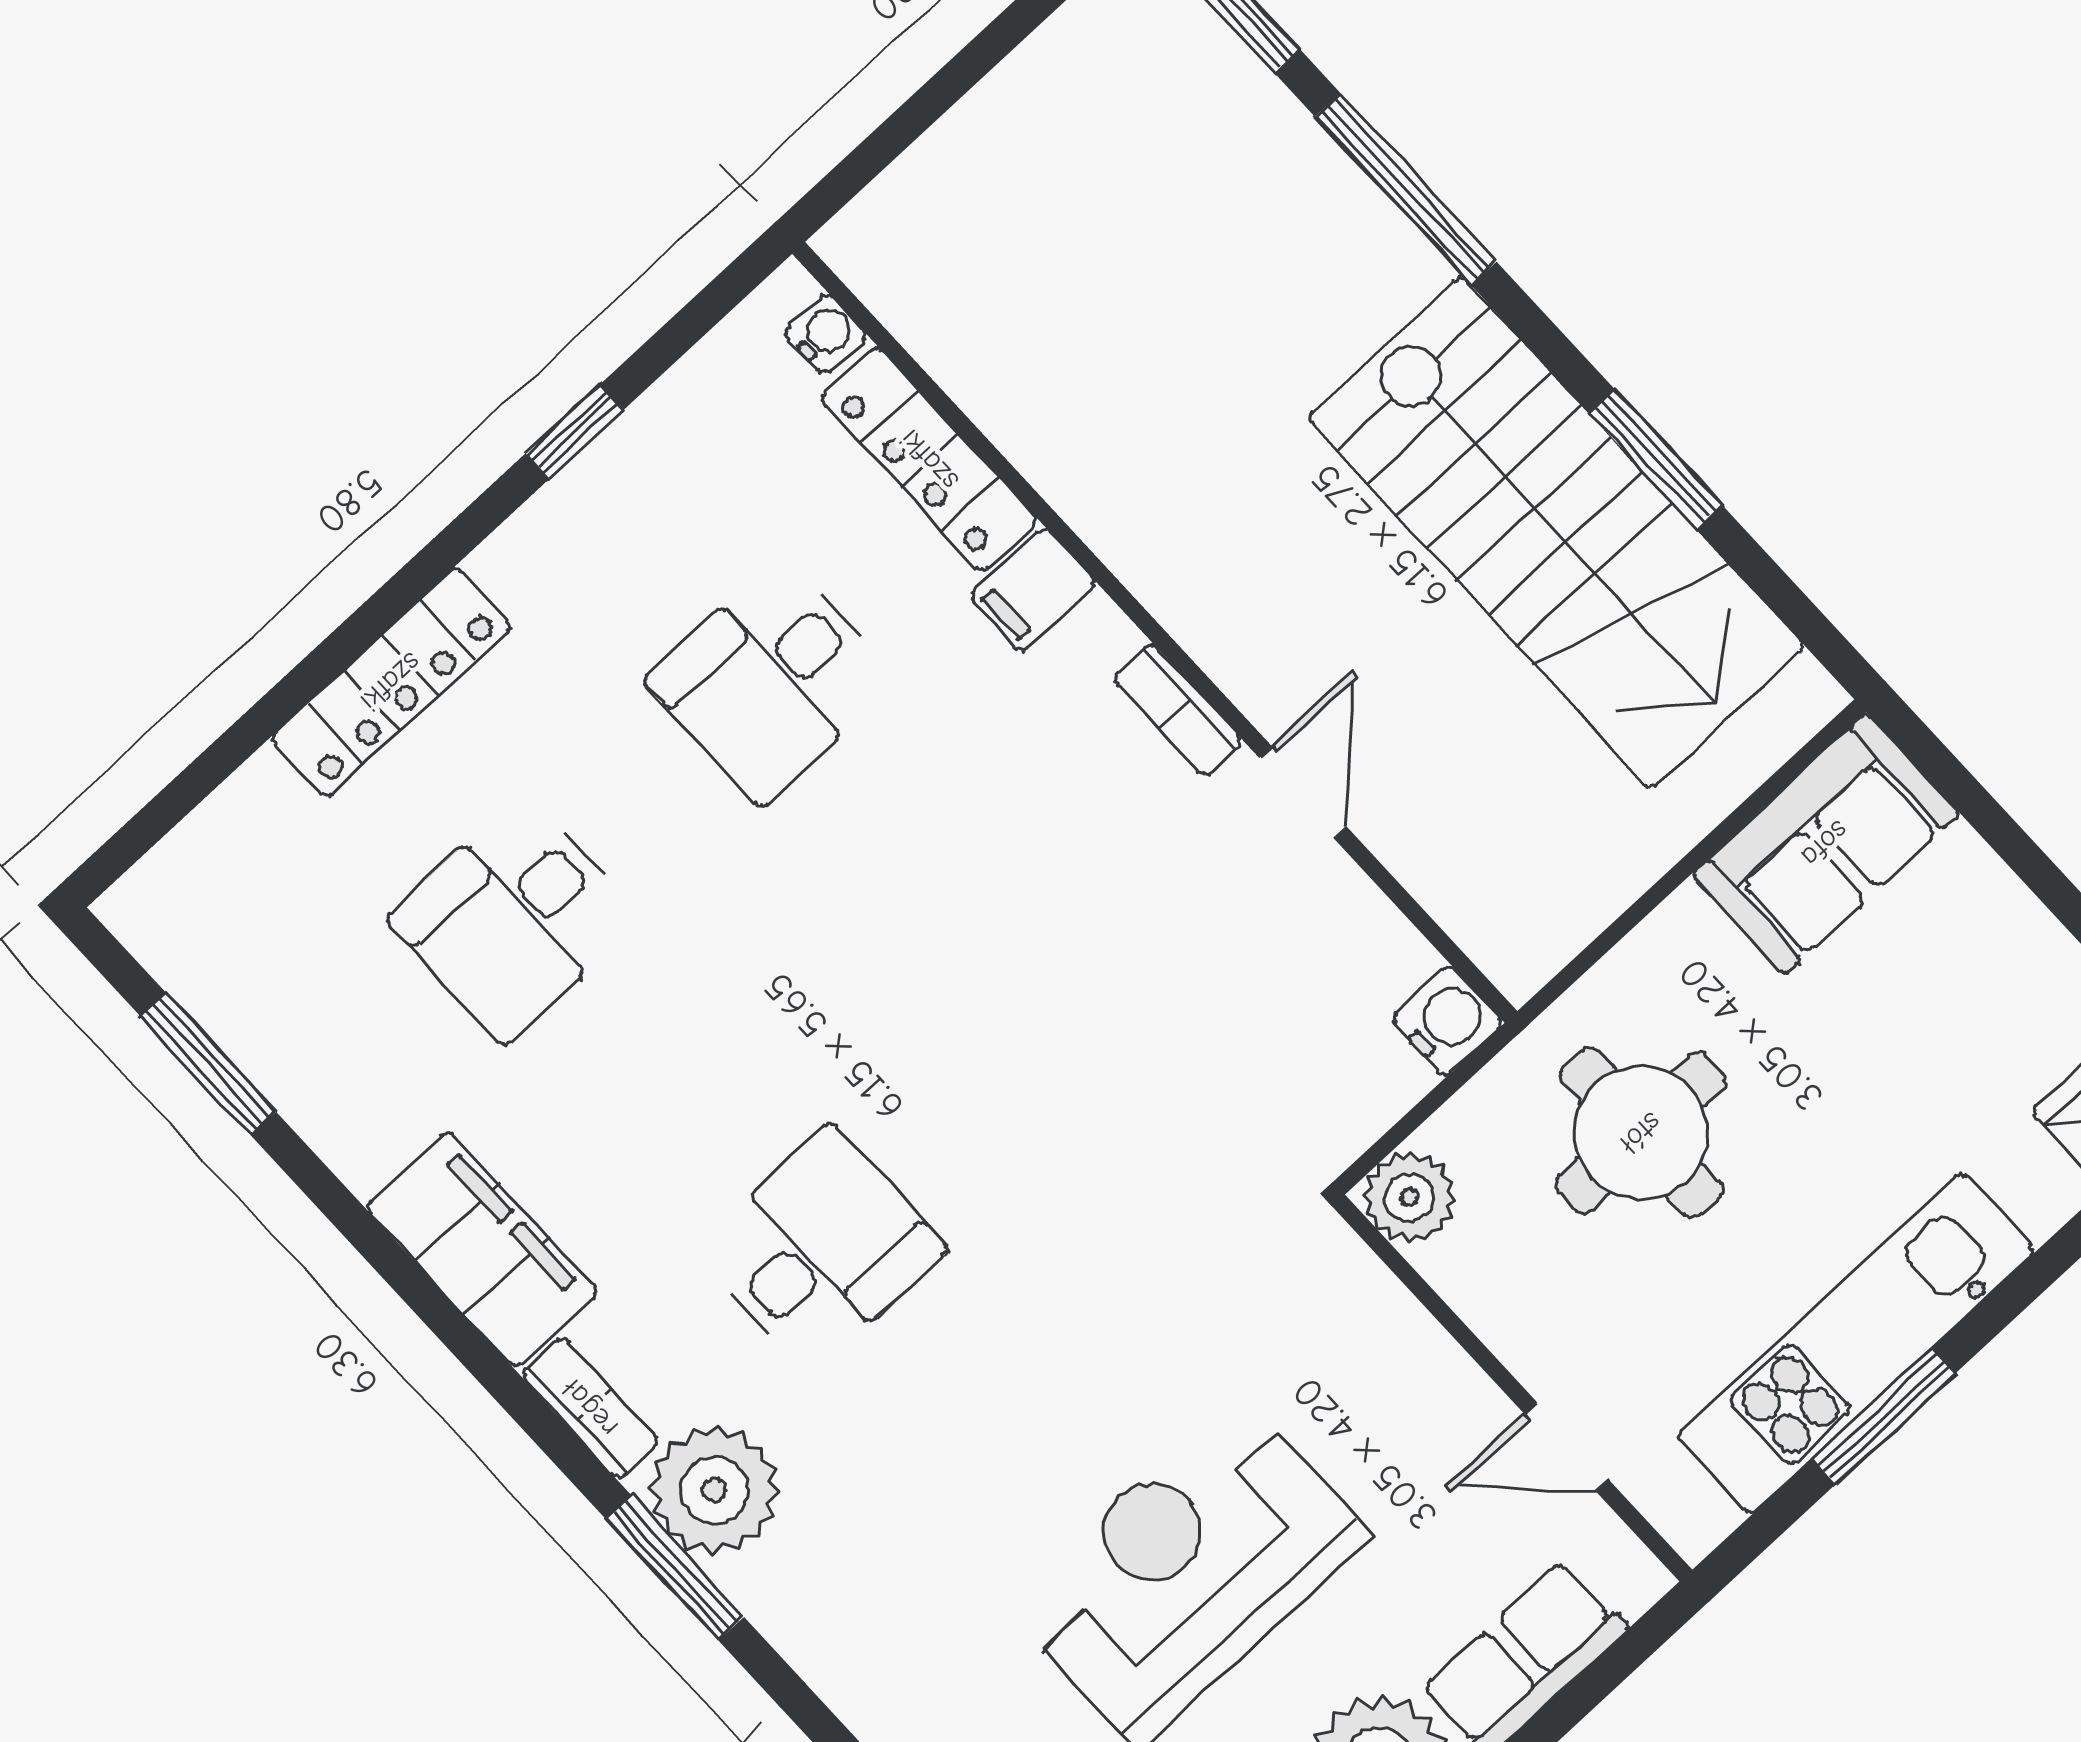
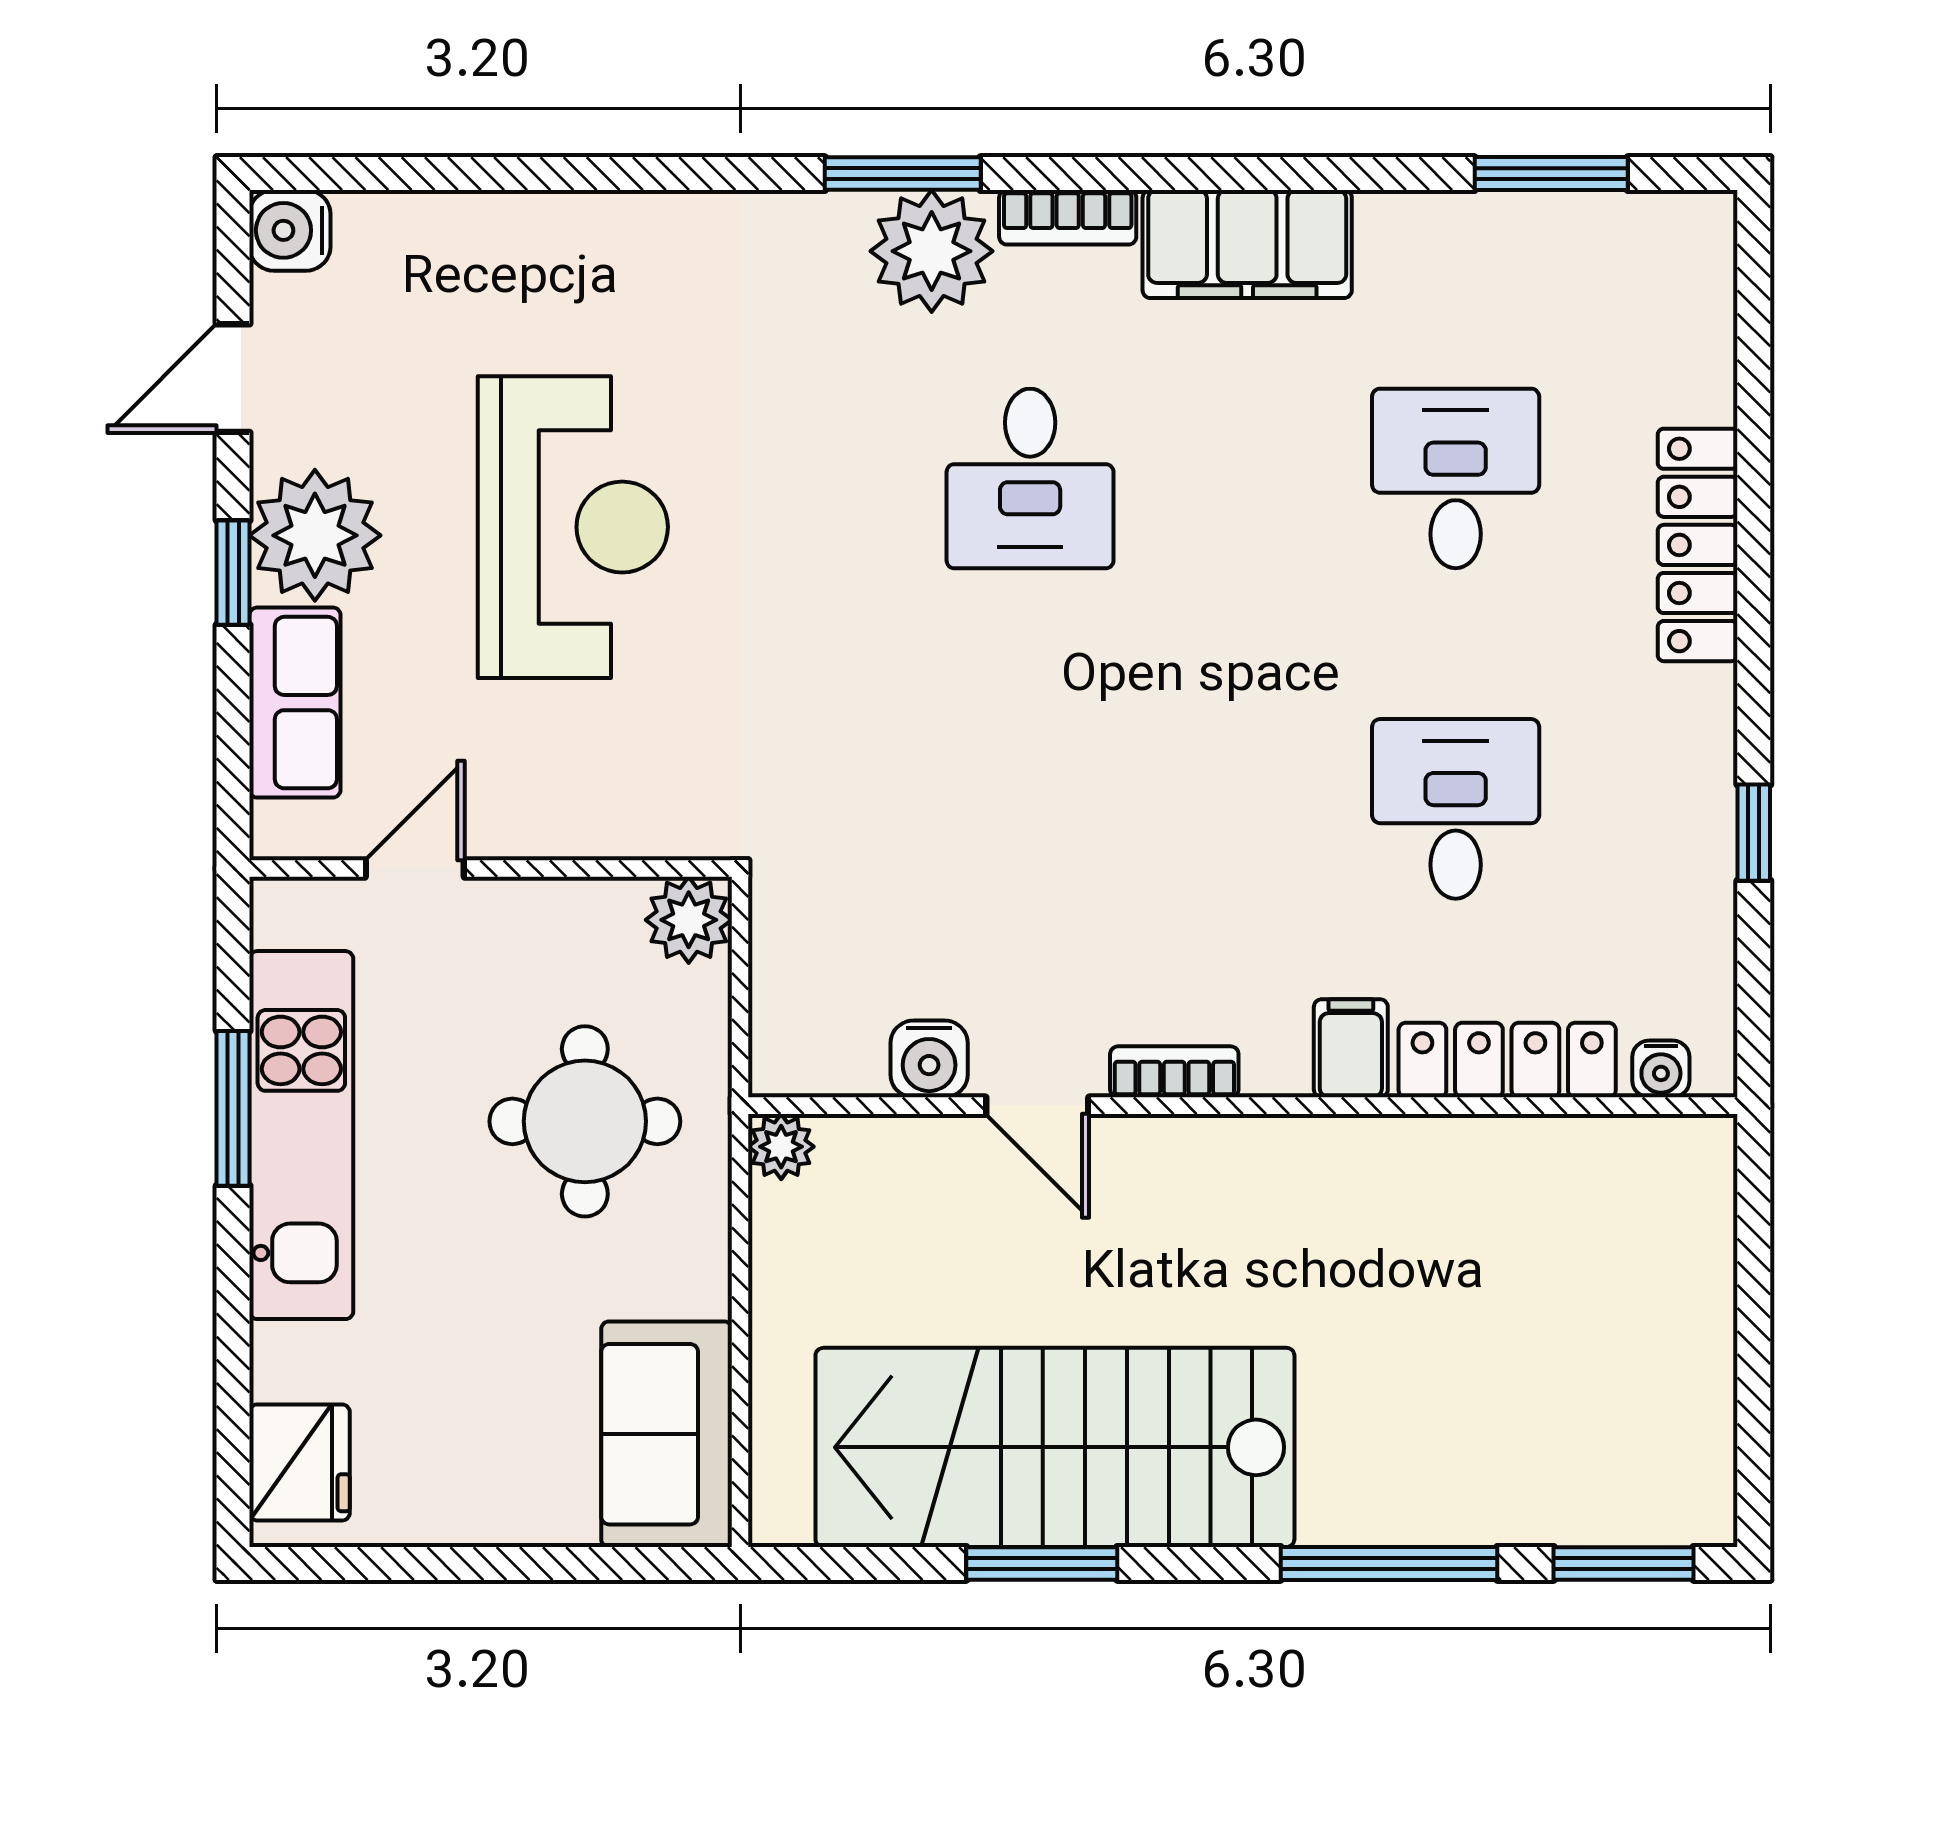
plant: (1519, 962) -> (781, 1147), added
water cooler: (1447, 1021) -> (929, 1059), moved

